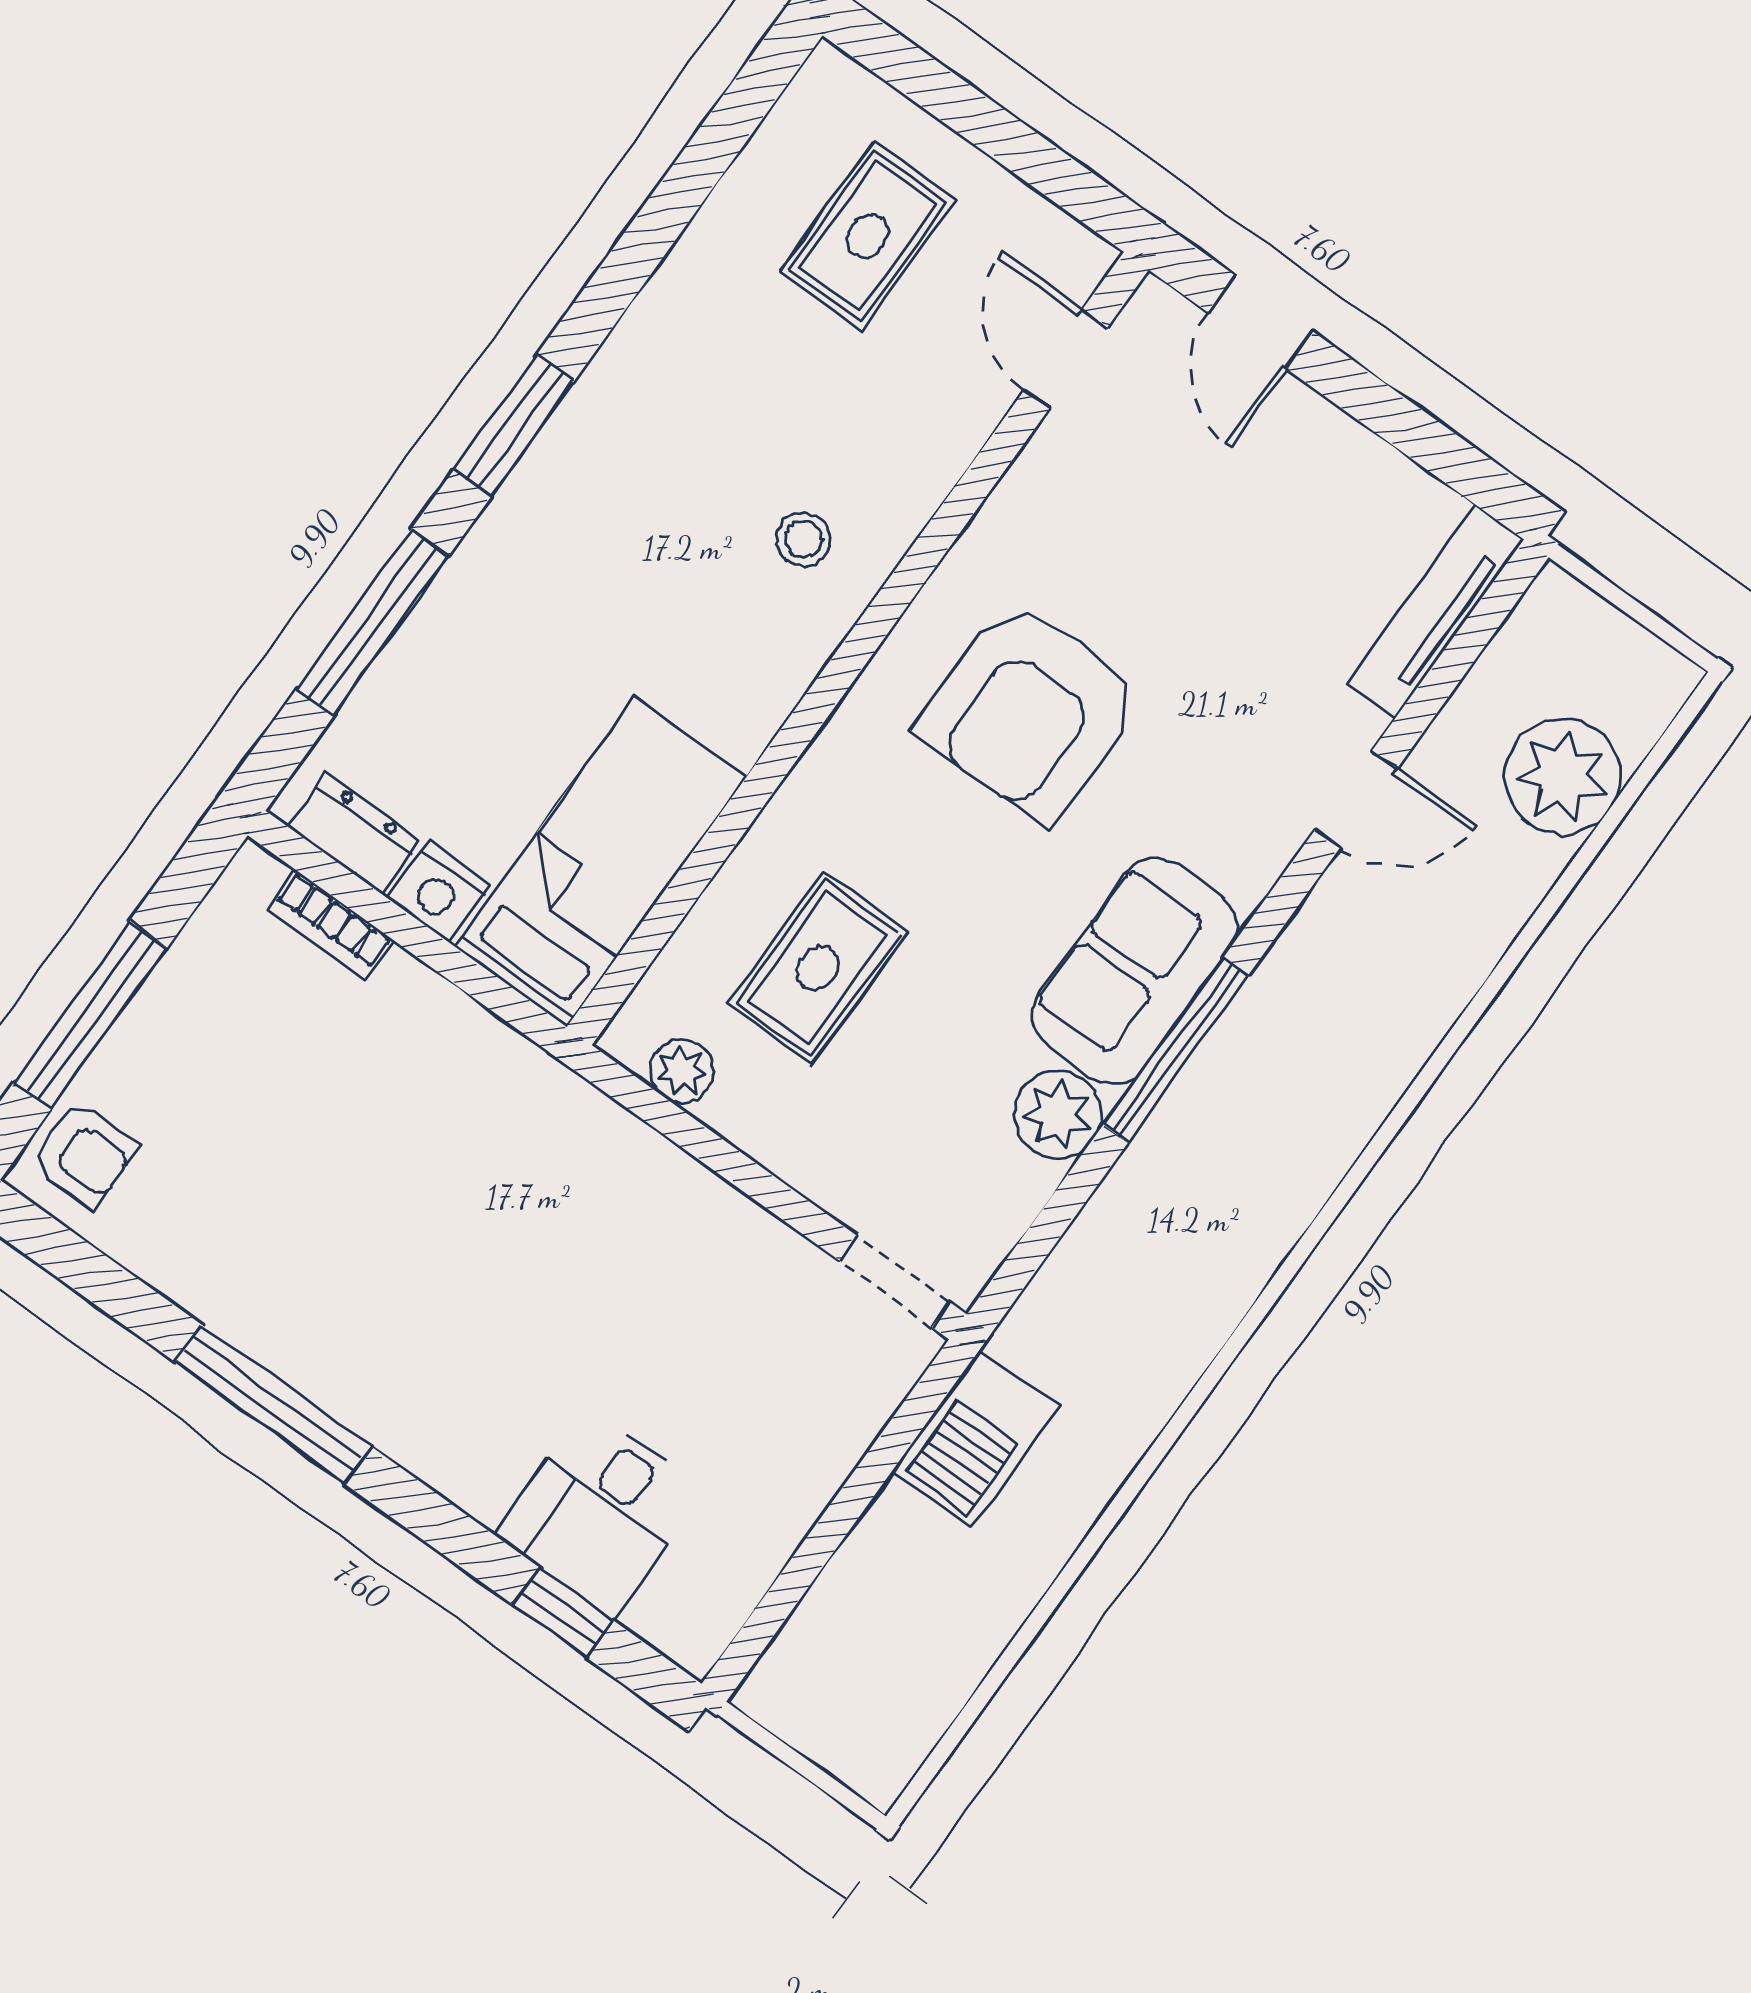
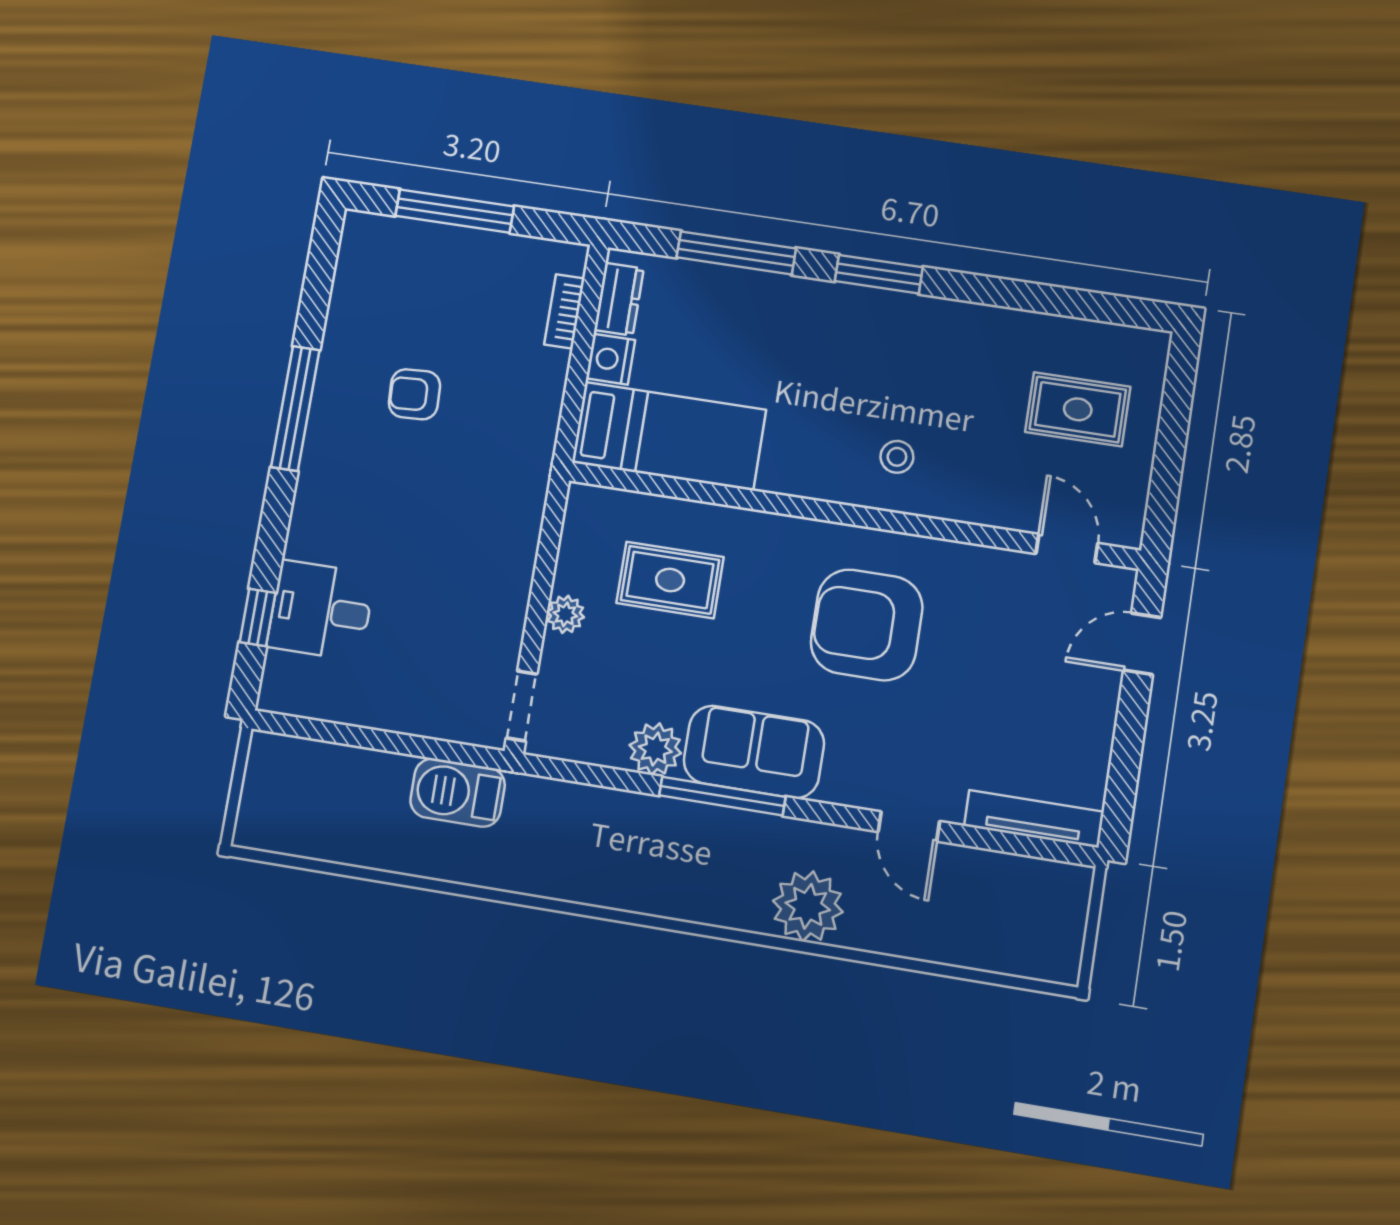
door: (1066, 359) -> (1067, 548), hinge flipped
plant: (1563, 776) -> (808, 906), moved
plant: (682, 1071) -> (565, 614), moved
armchair: (84, 1154) -> (414, 394), moved, turned 87

